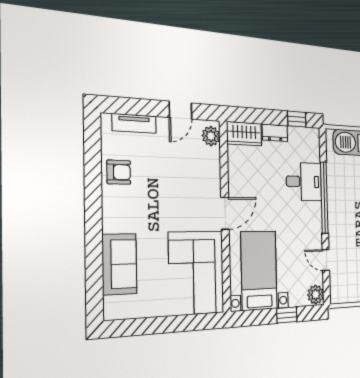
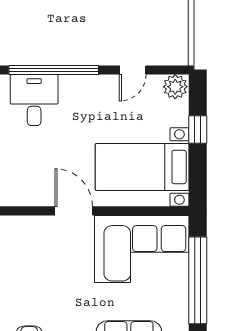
window: (172, 324) -> (198, 280), added

